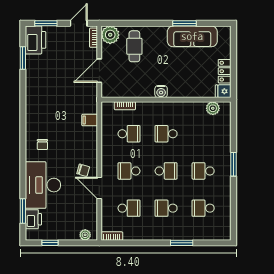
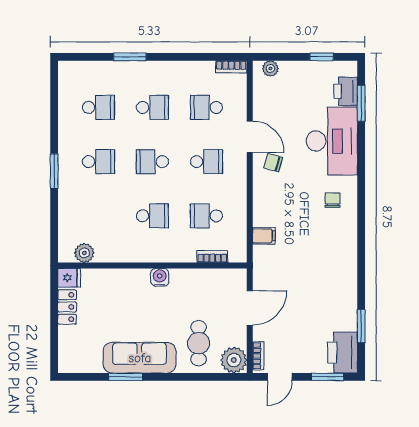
sofa: (192, 36) -> (140, 358), moved

